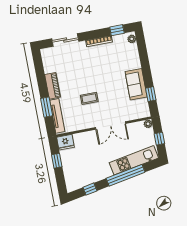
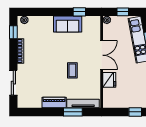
fridge: (65, 142) -> (109, 80), moved
window: (57, 161) -> (135, 112), moved

